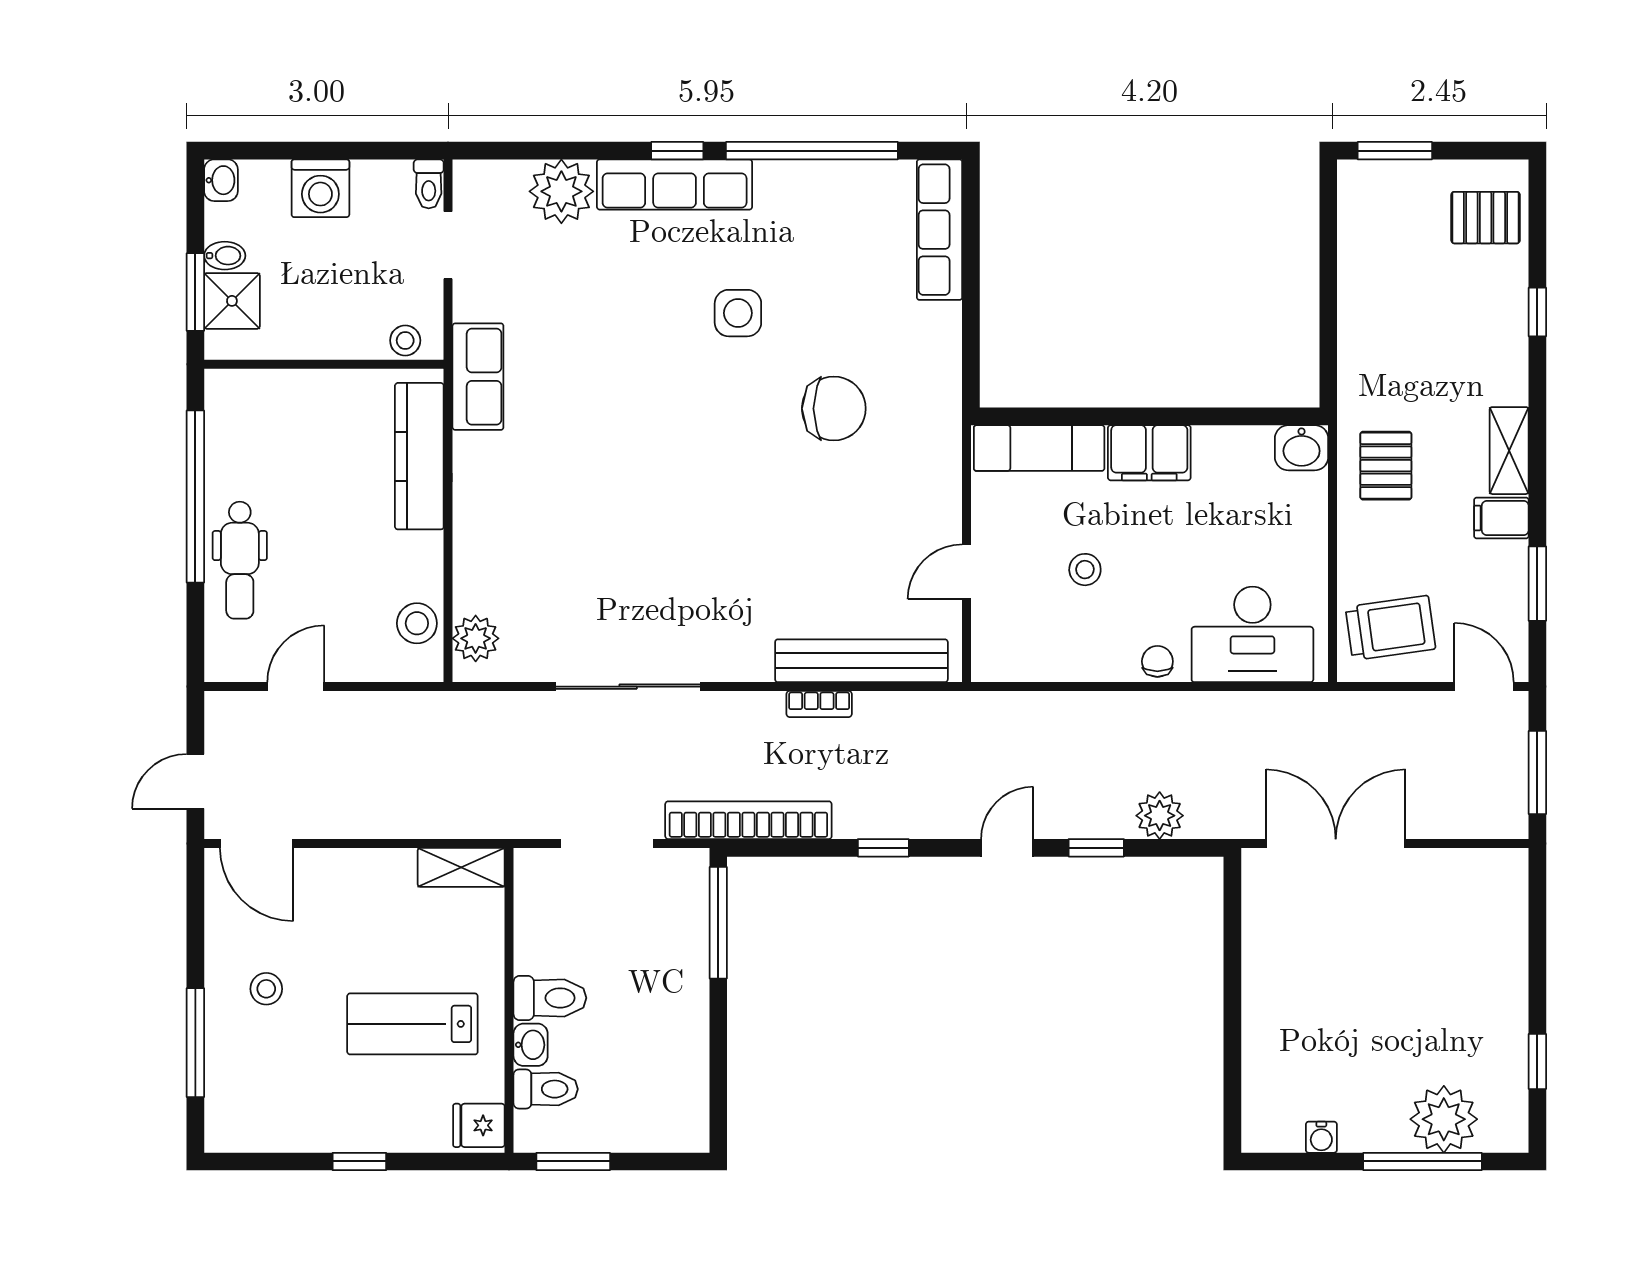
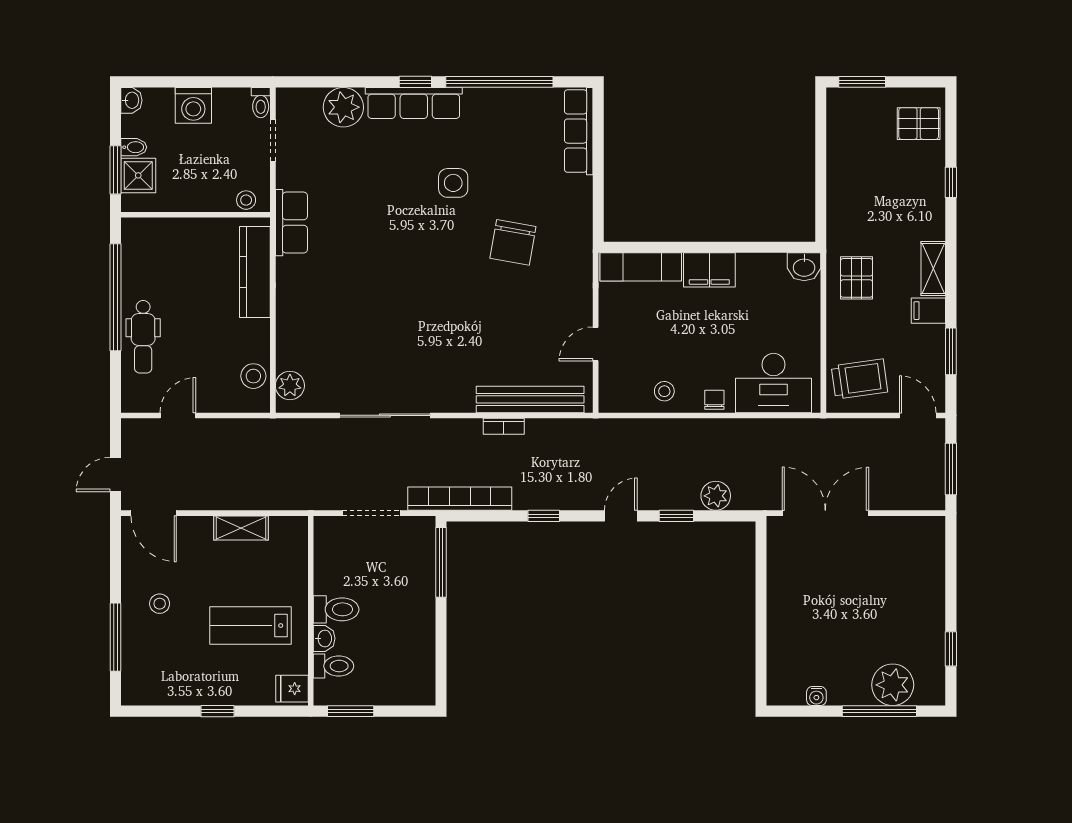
chair: (834, 409) -> (513, 242), turned 100
stool: (1085, 570) -> (664, 391), moved
shelving: (461, 867) -> (241, 528), moved

